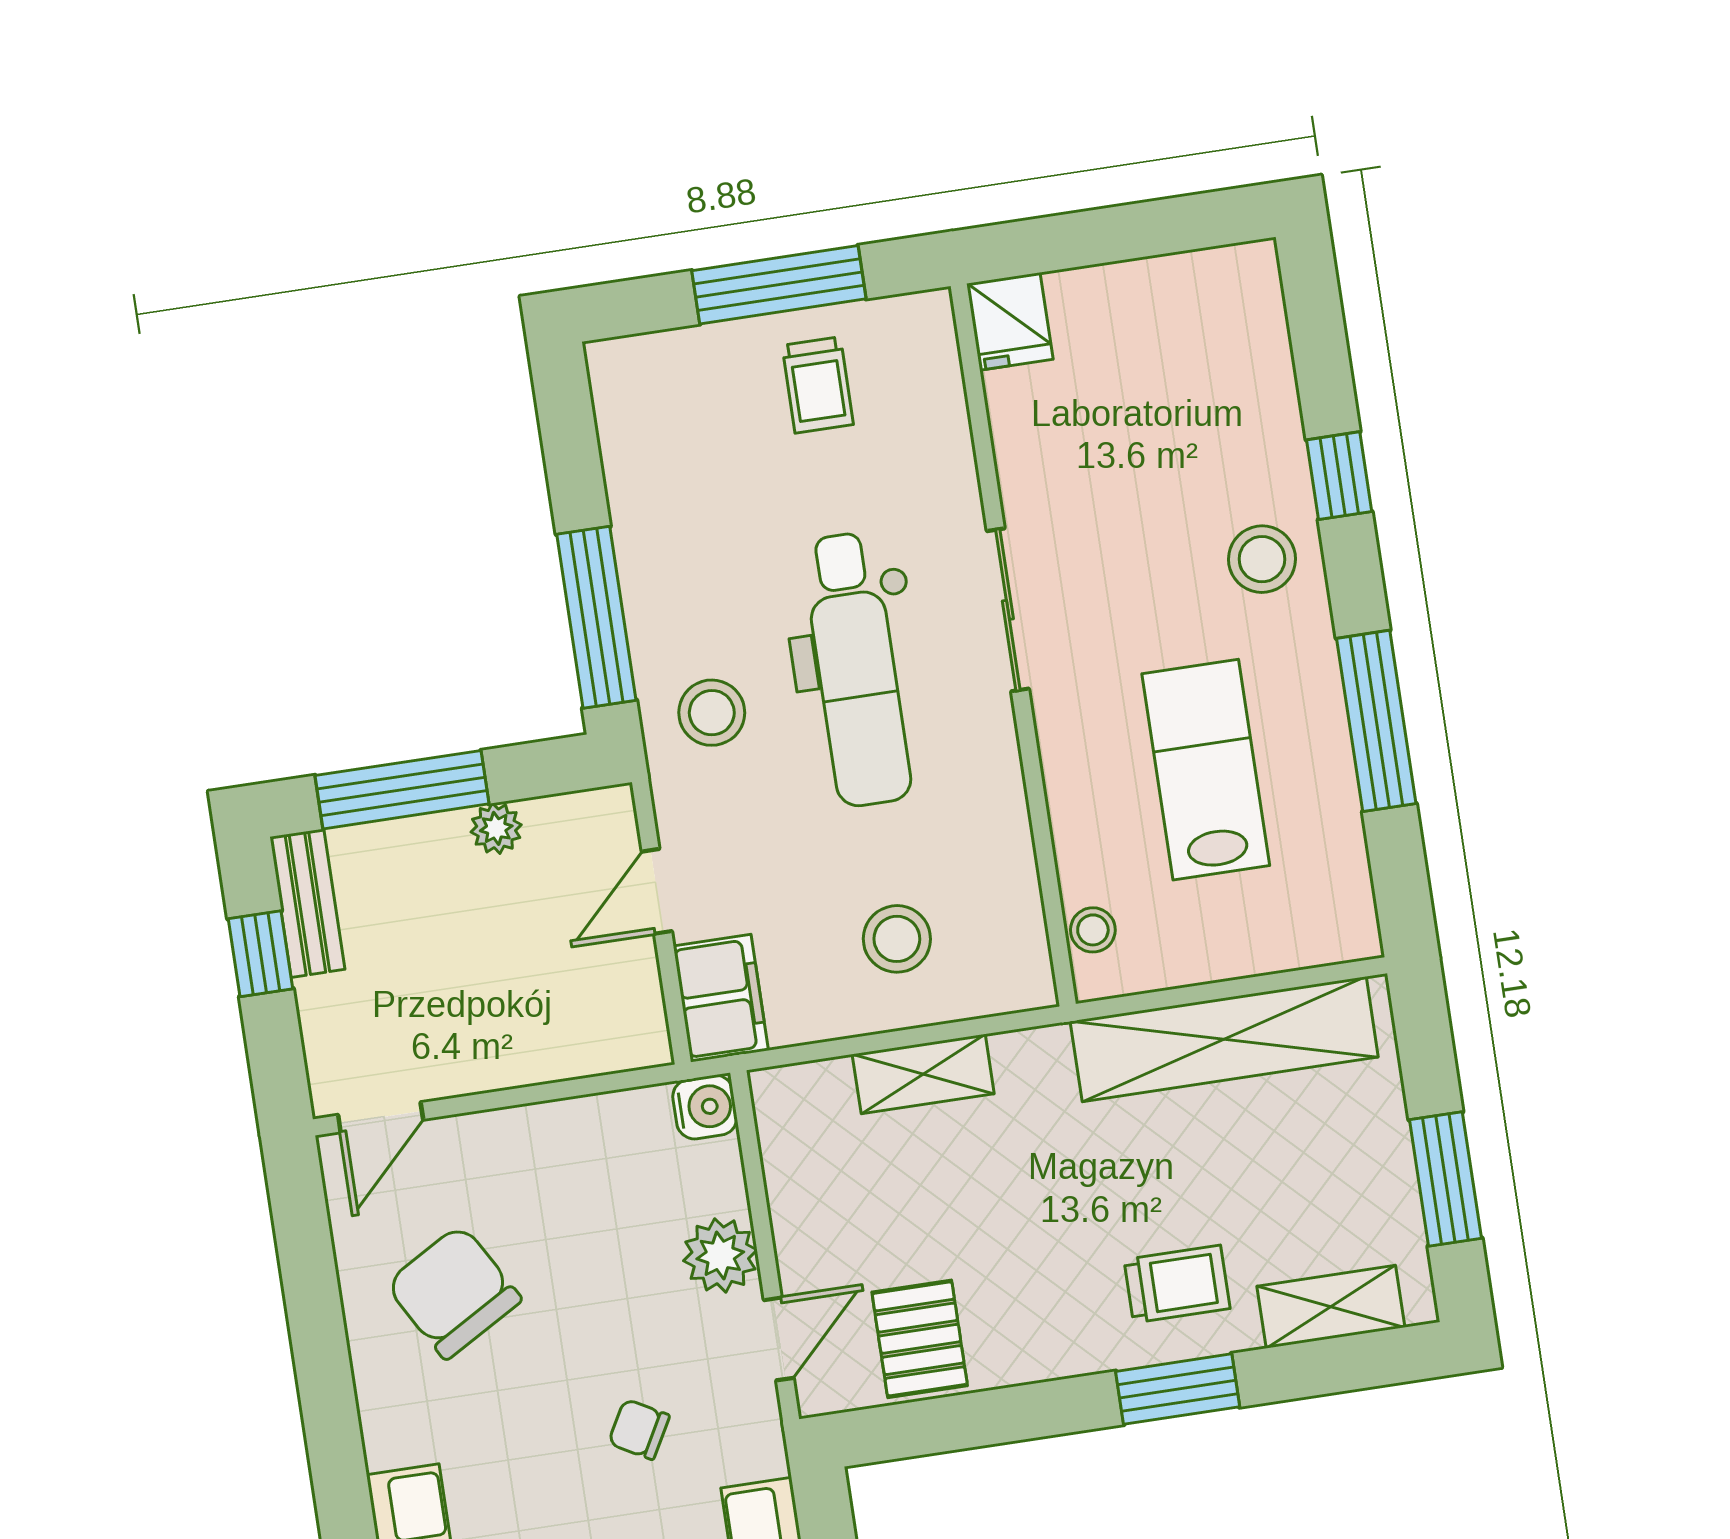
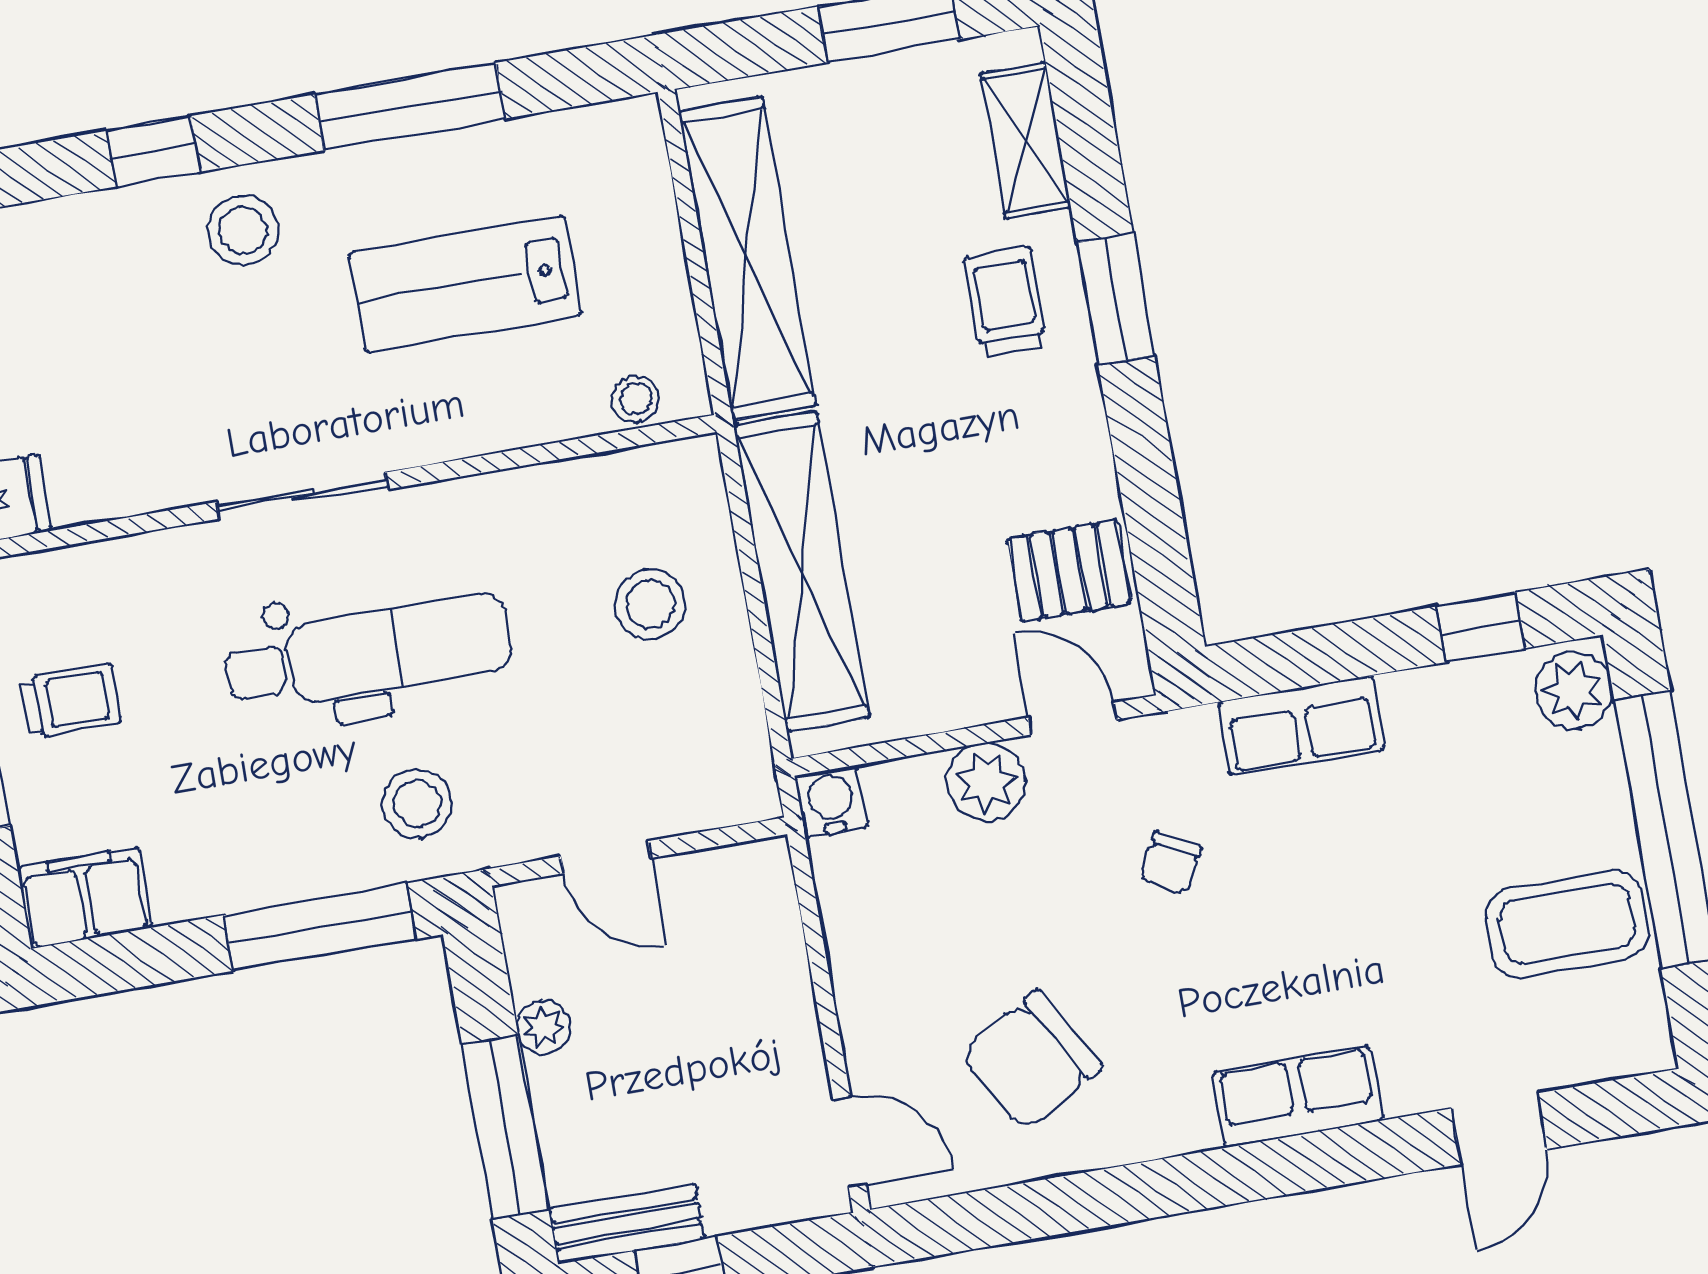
filing cabinet: (721, 998) -> (85, 898), moved
shelving: (923, 1074) -> (802, 572), width x2.20, depth x1.33

